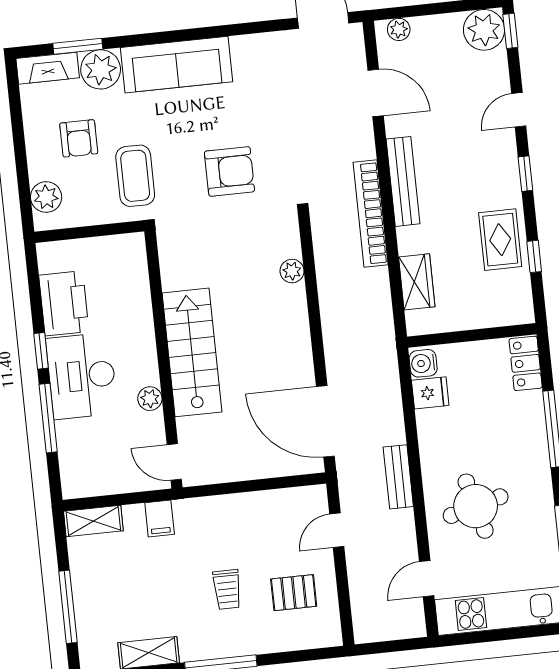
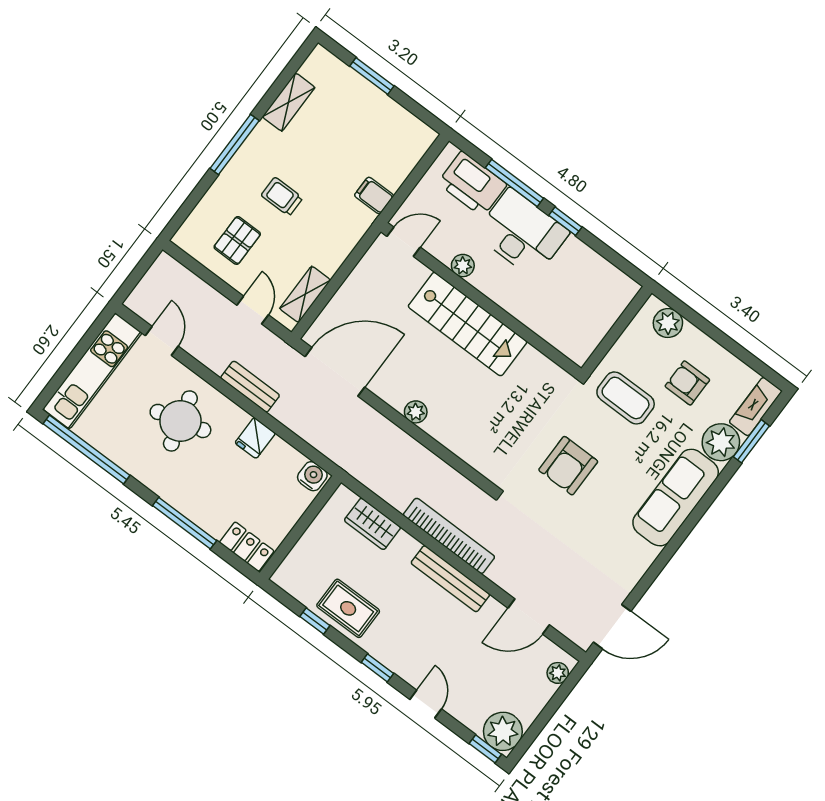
plant: (292, 271) -> (416, 412), moved
printer: (64, 303) -> (472, 184), moved
fridge: (430, 393) -> (255, 438), moved
shelving: (93, 521) -> (305, 294), moved
window: (68, 607) -> (372, 76), width x0.69

